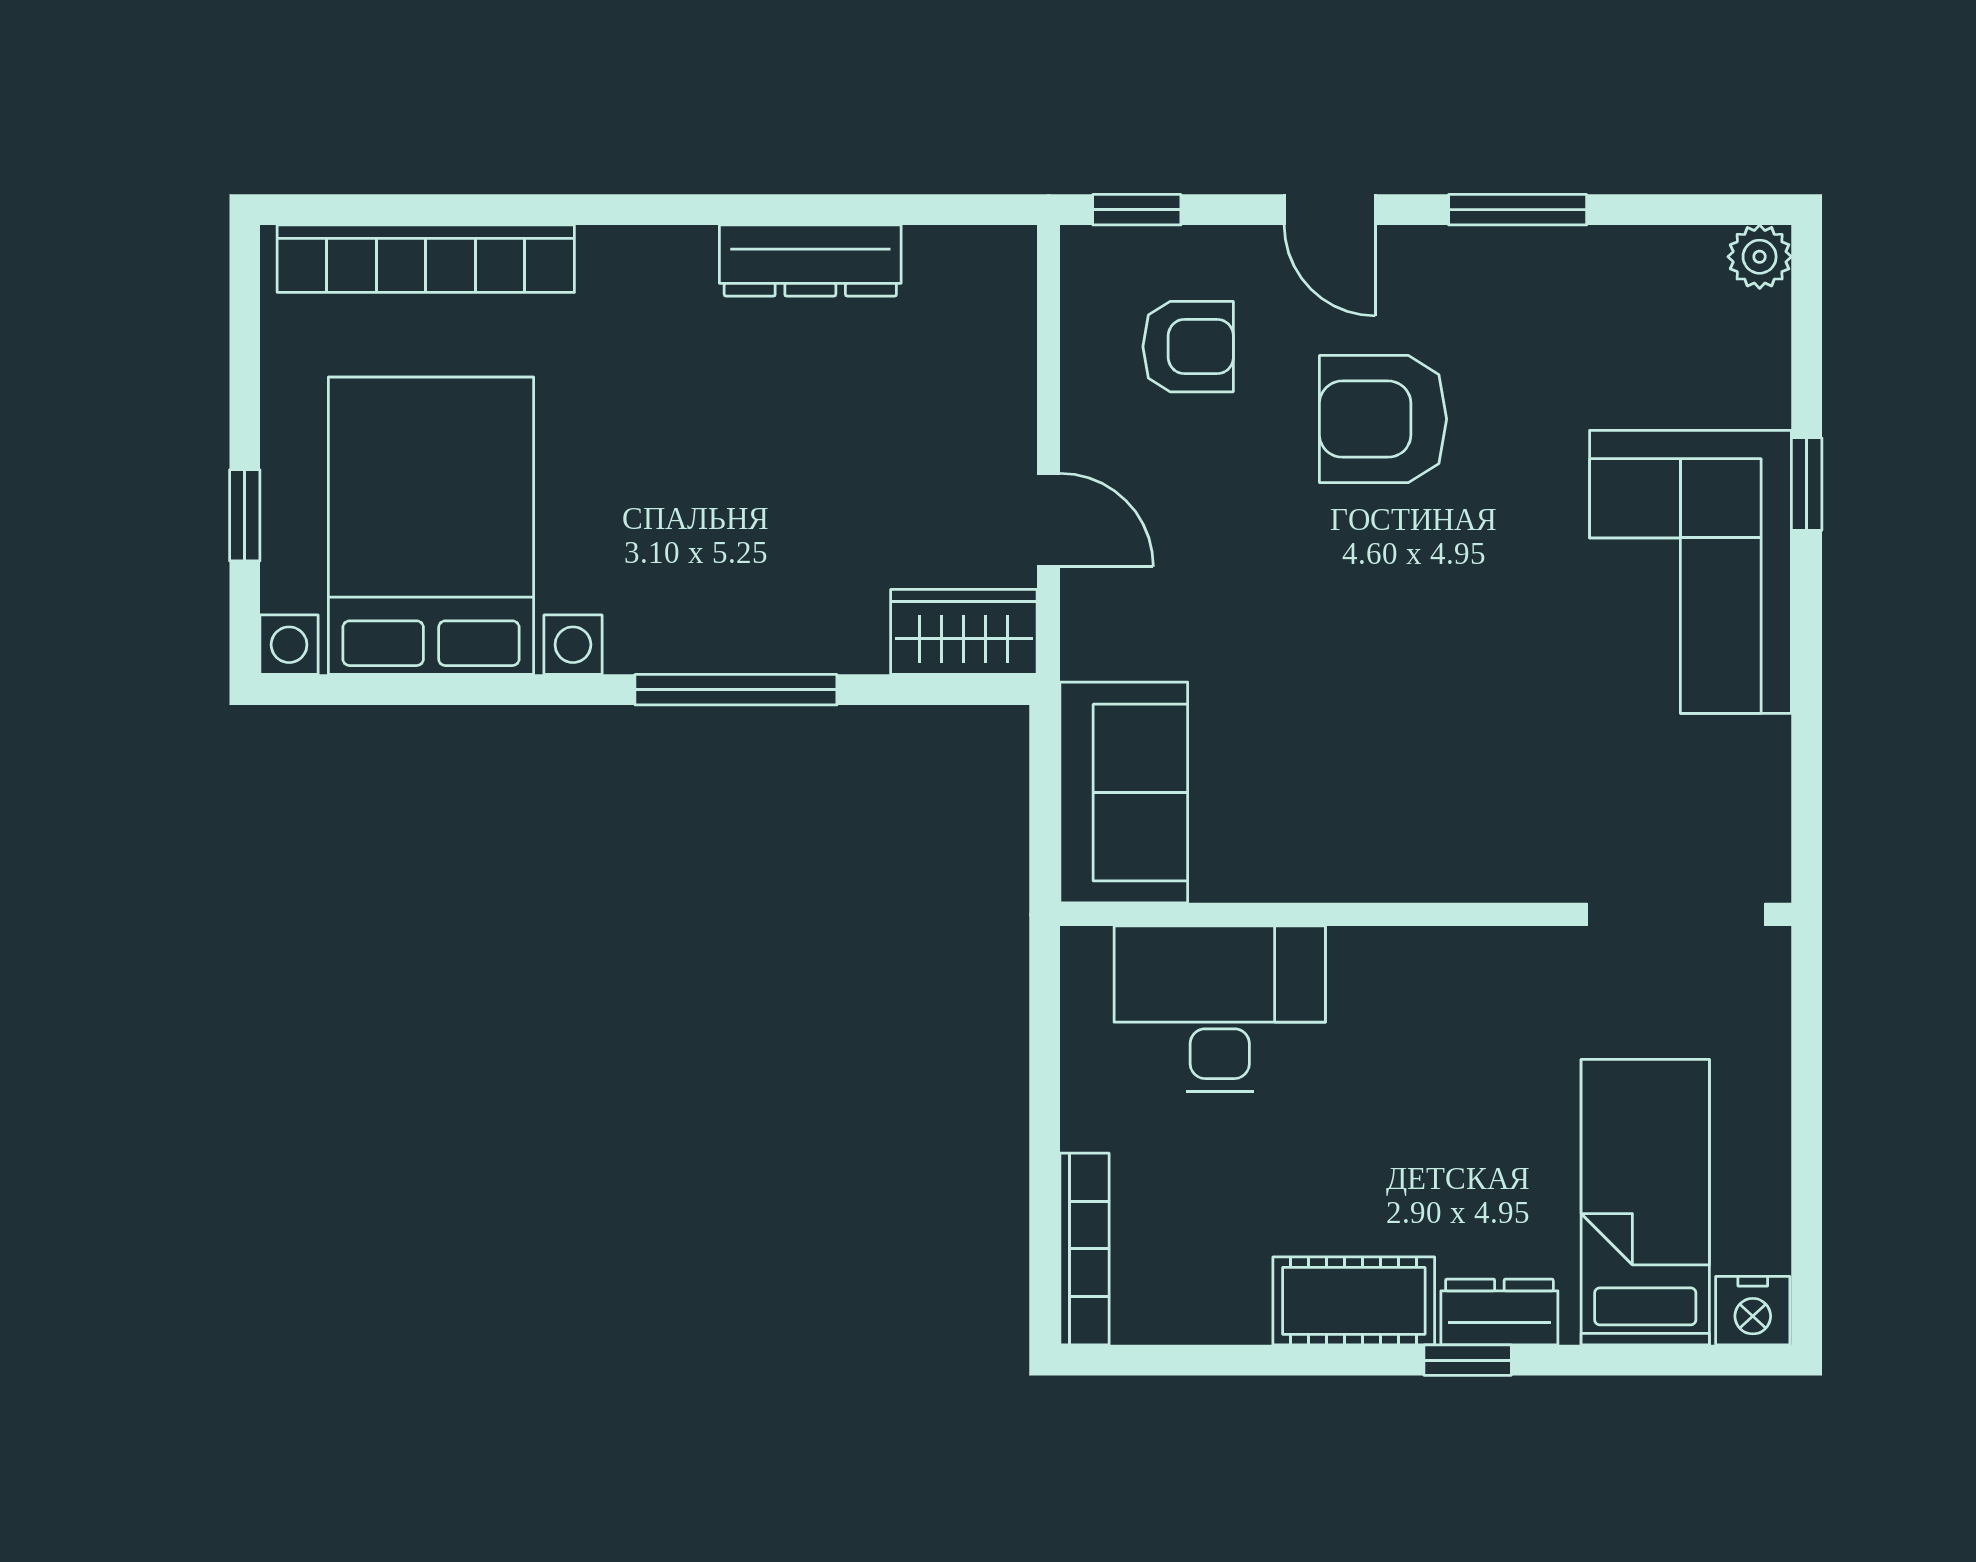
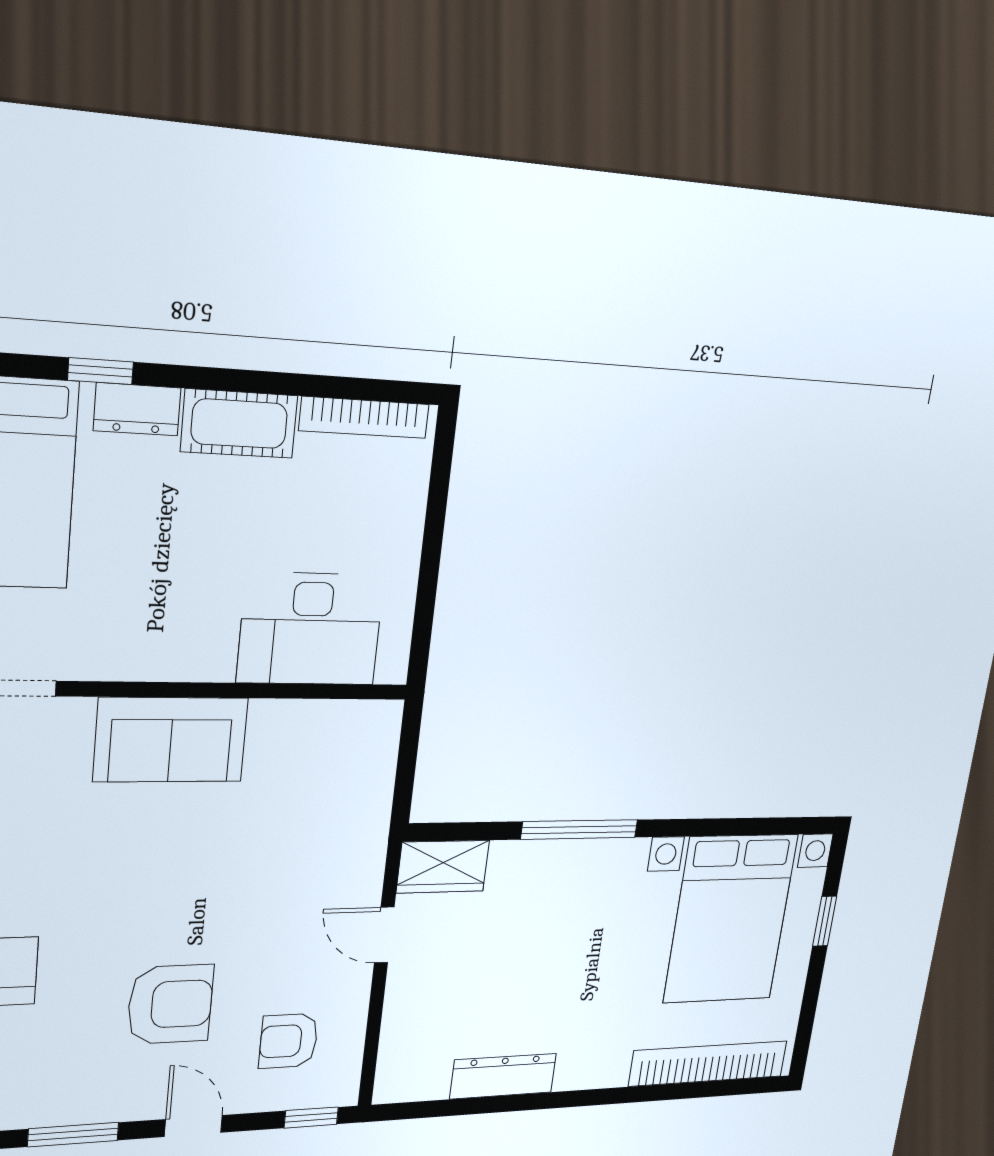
sofa: (1124, 793) -> (171, 740), moved, turned -90
bookcase: (1085, 1249) -> (364, 418), moved, turned -90
window: (1468, 1360) -> (101, 371), moved

